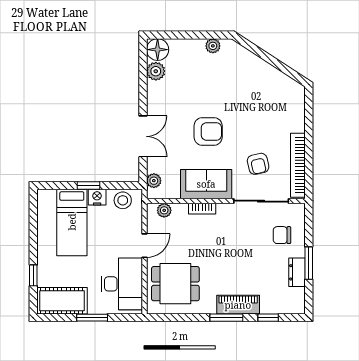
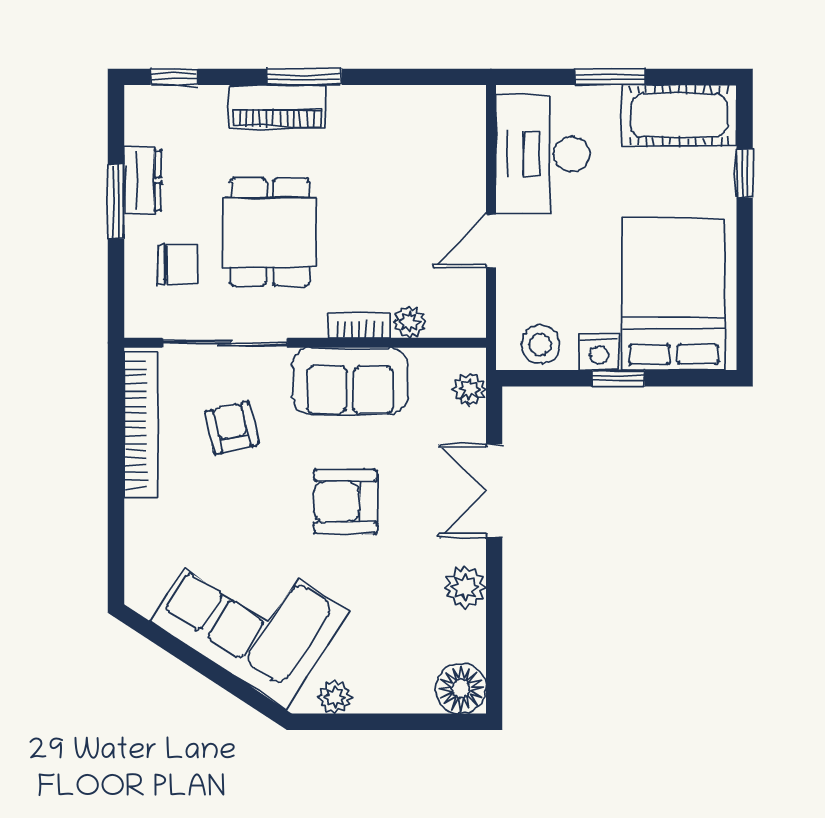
plant: (156, 71) -> (465, 587), moved
corner sofa: (250, 81) -> (250, 617), added
plant: (164, 210) -> (409, 322), moved
bed: (72, 222) -> (674, 294), width x1.50
dining table: (175, 284) -> (270, 232), moved, turned 90
window: (268, 318) -> (174, 77), moved

